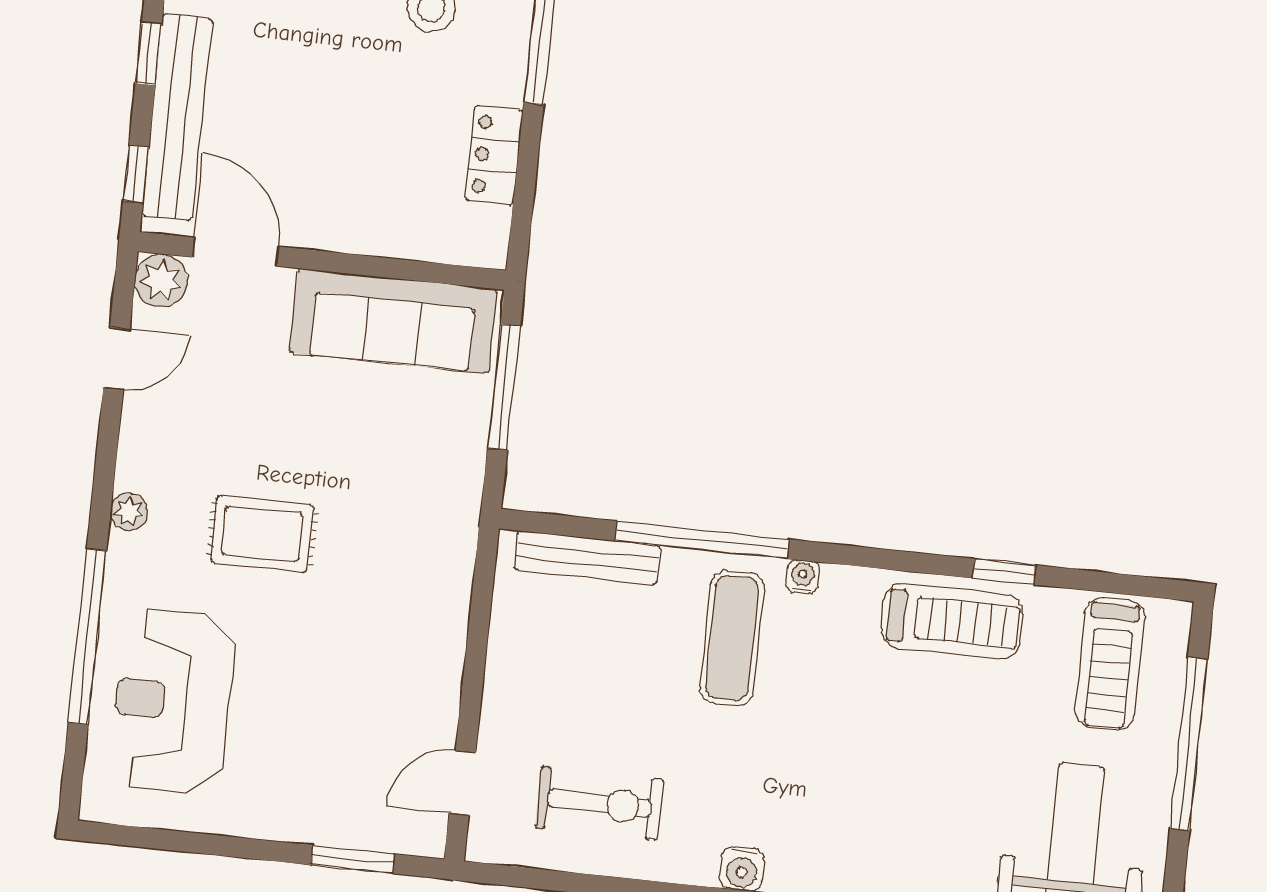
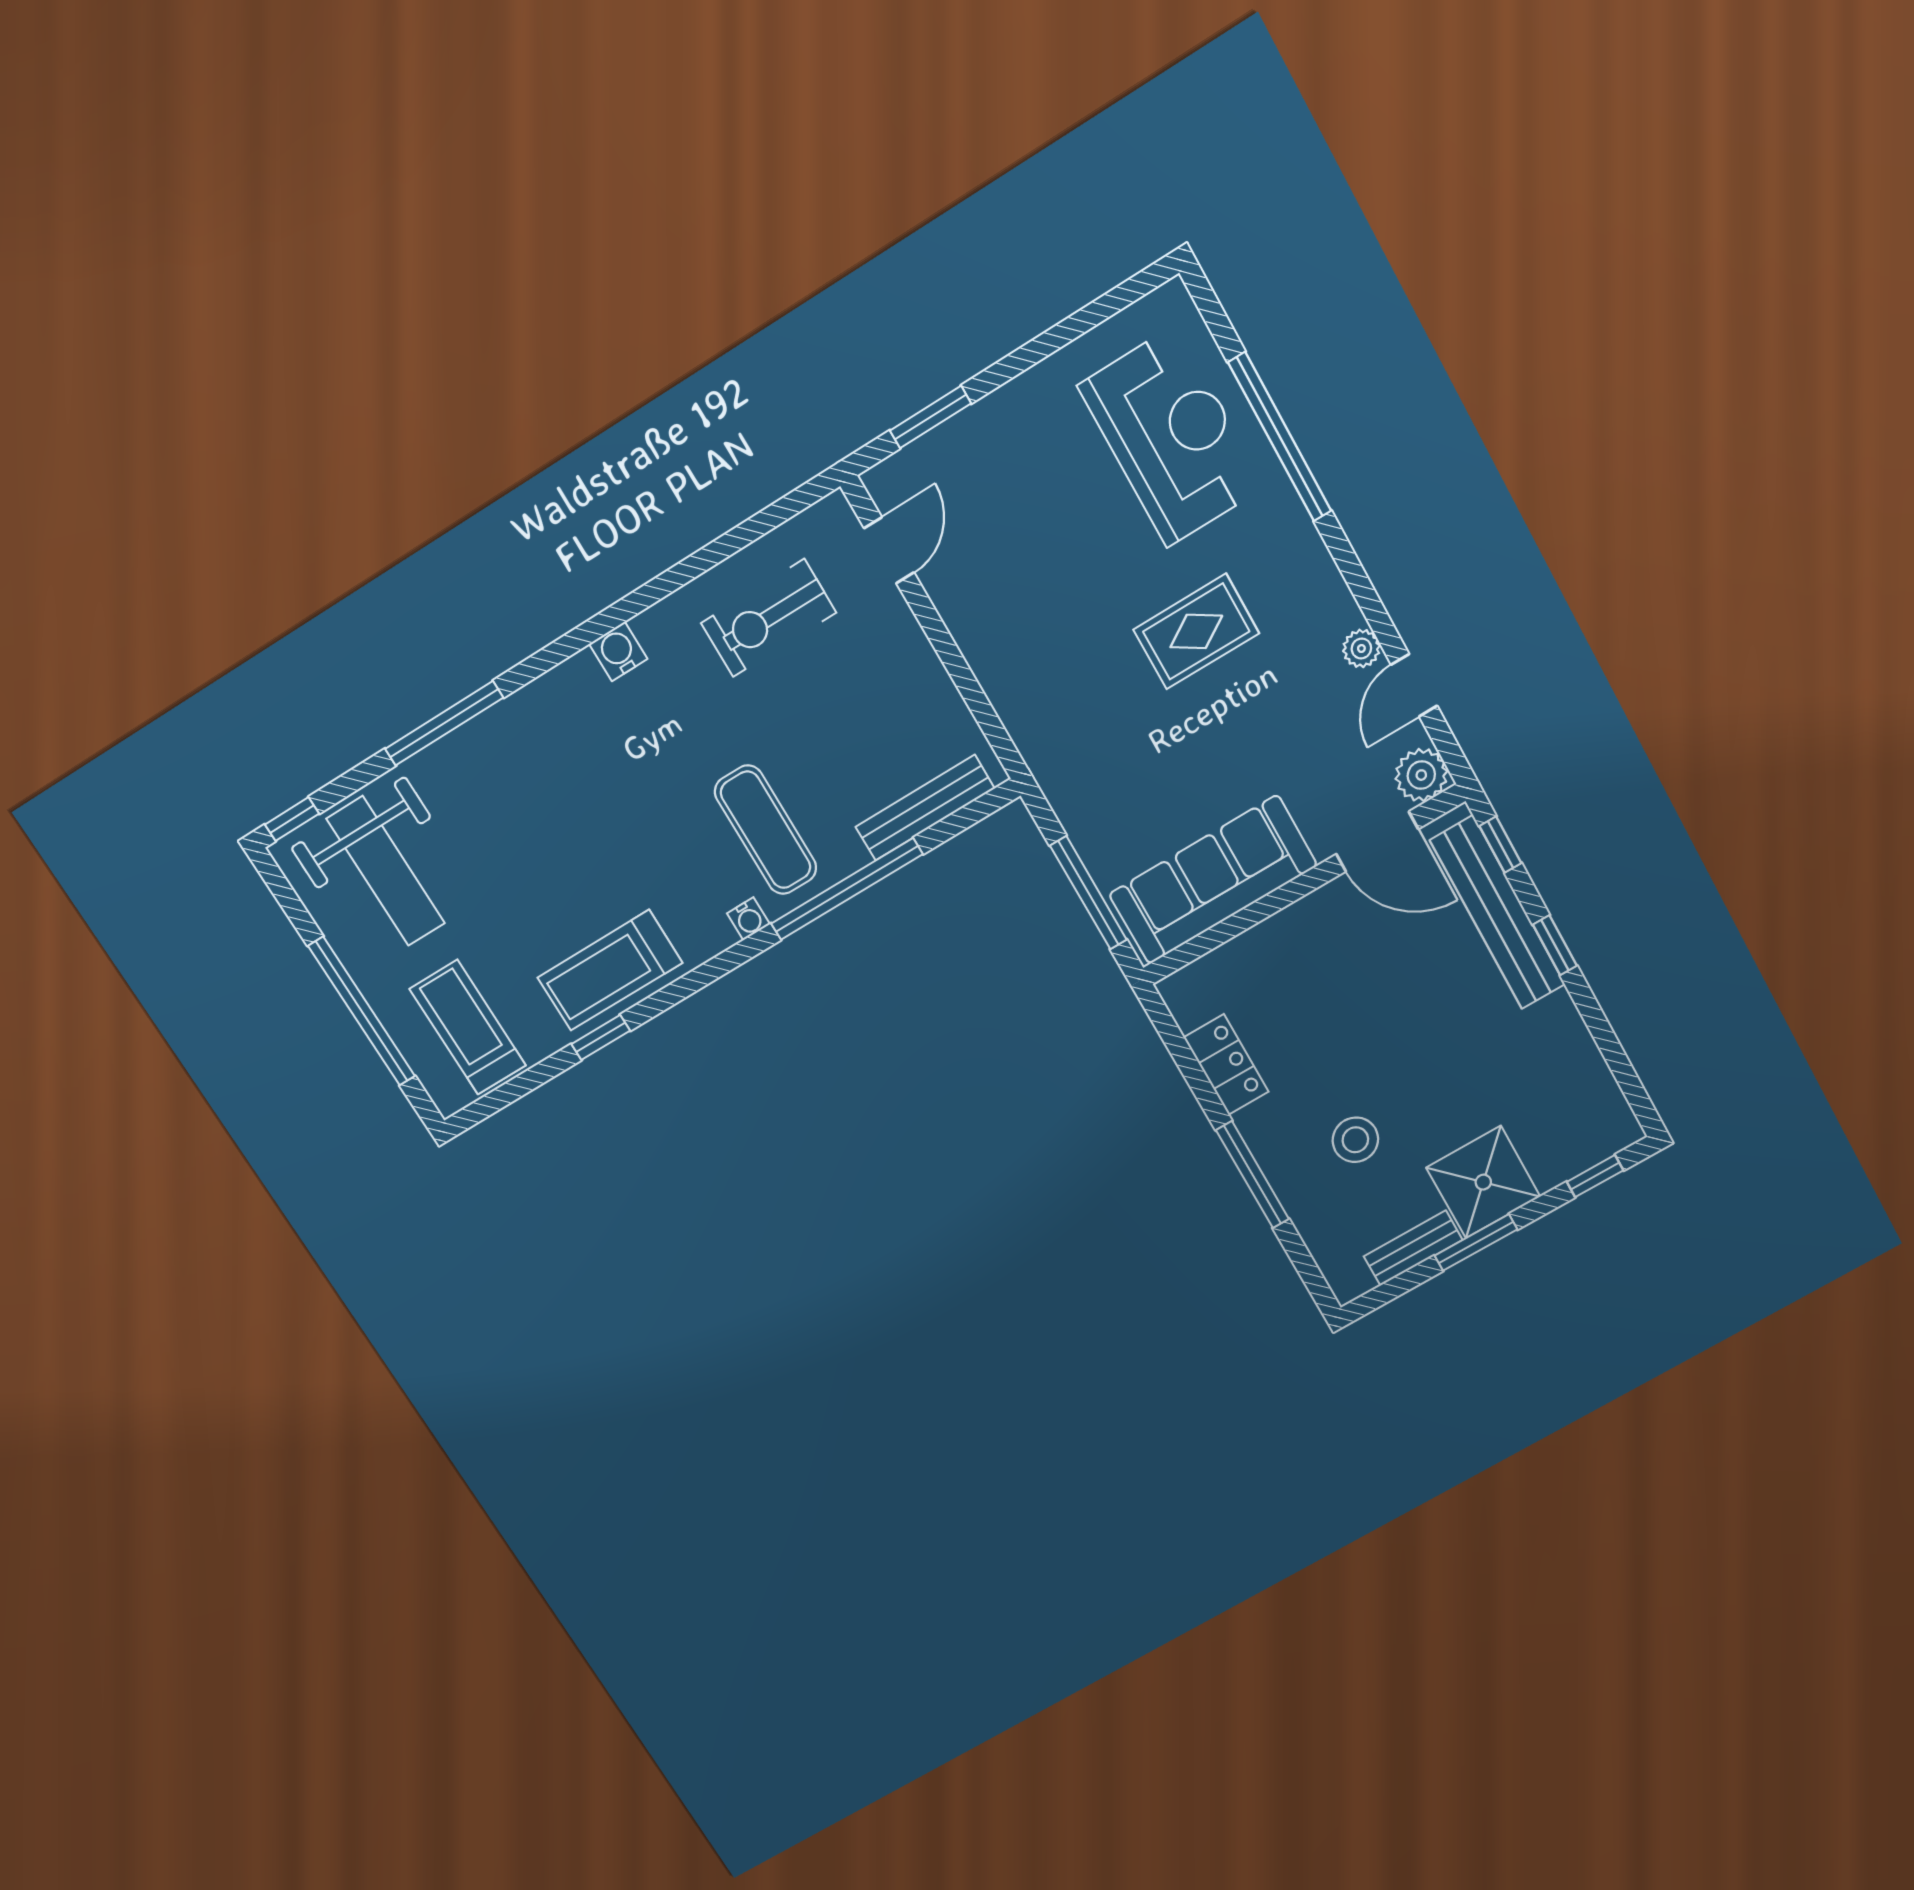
plant: (129, 512) -> (1361, 648), moved

